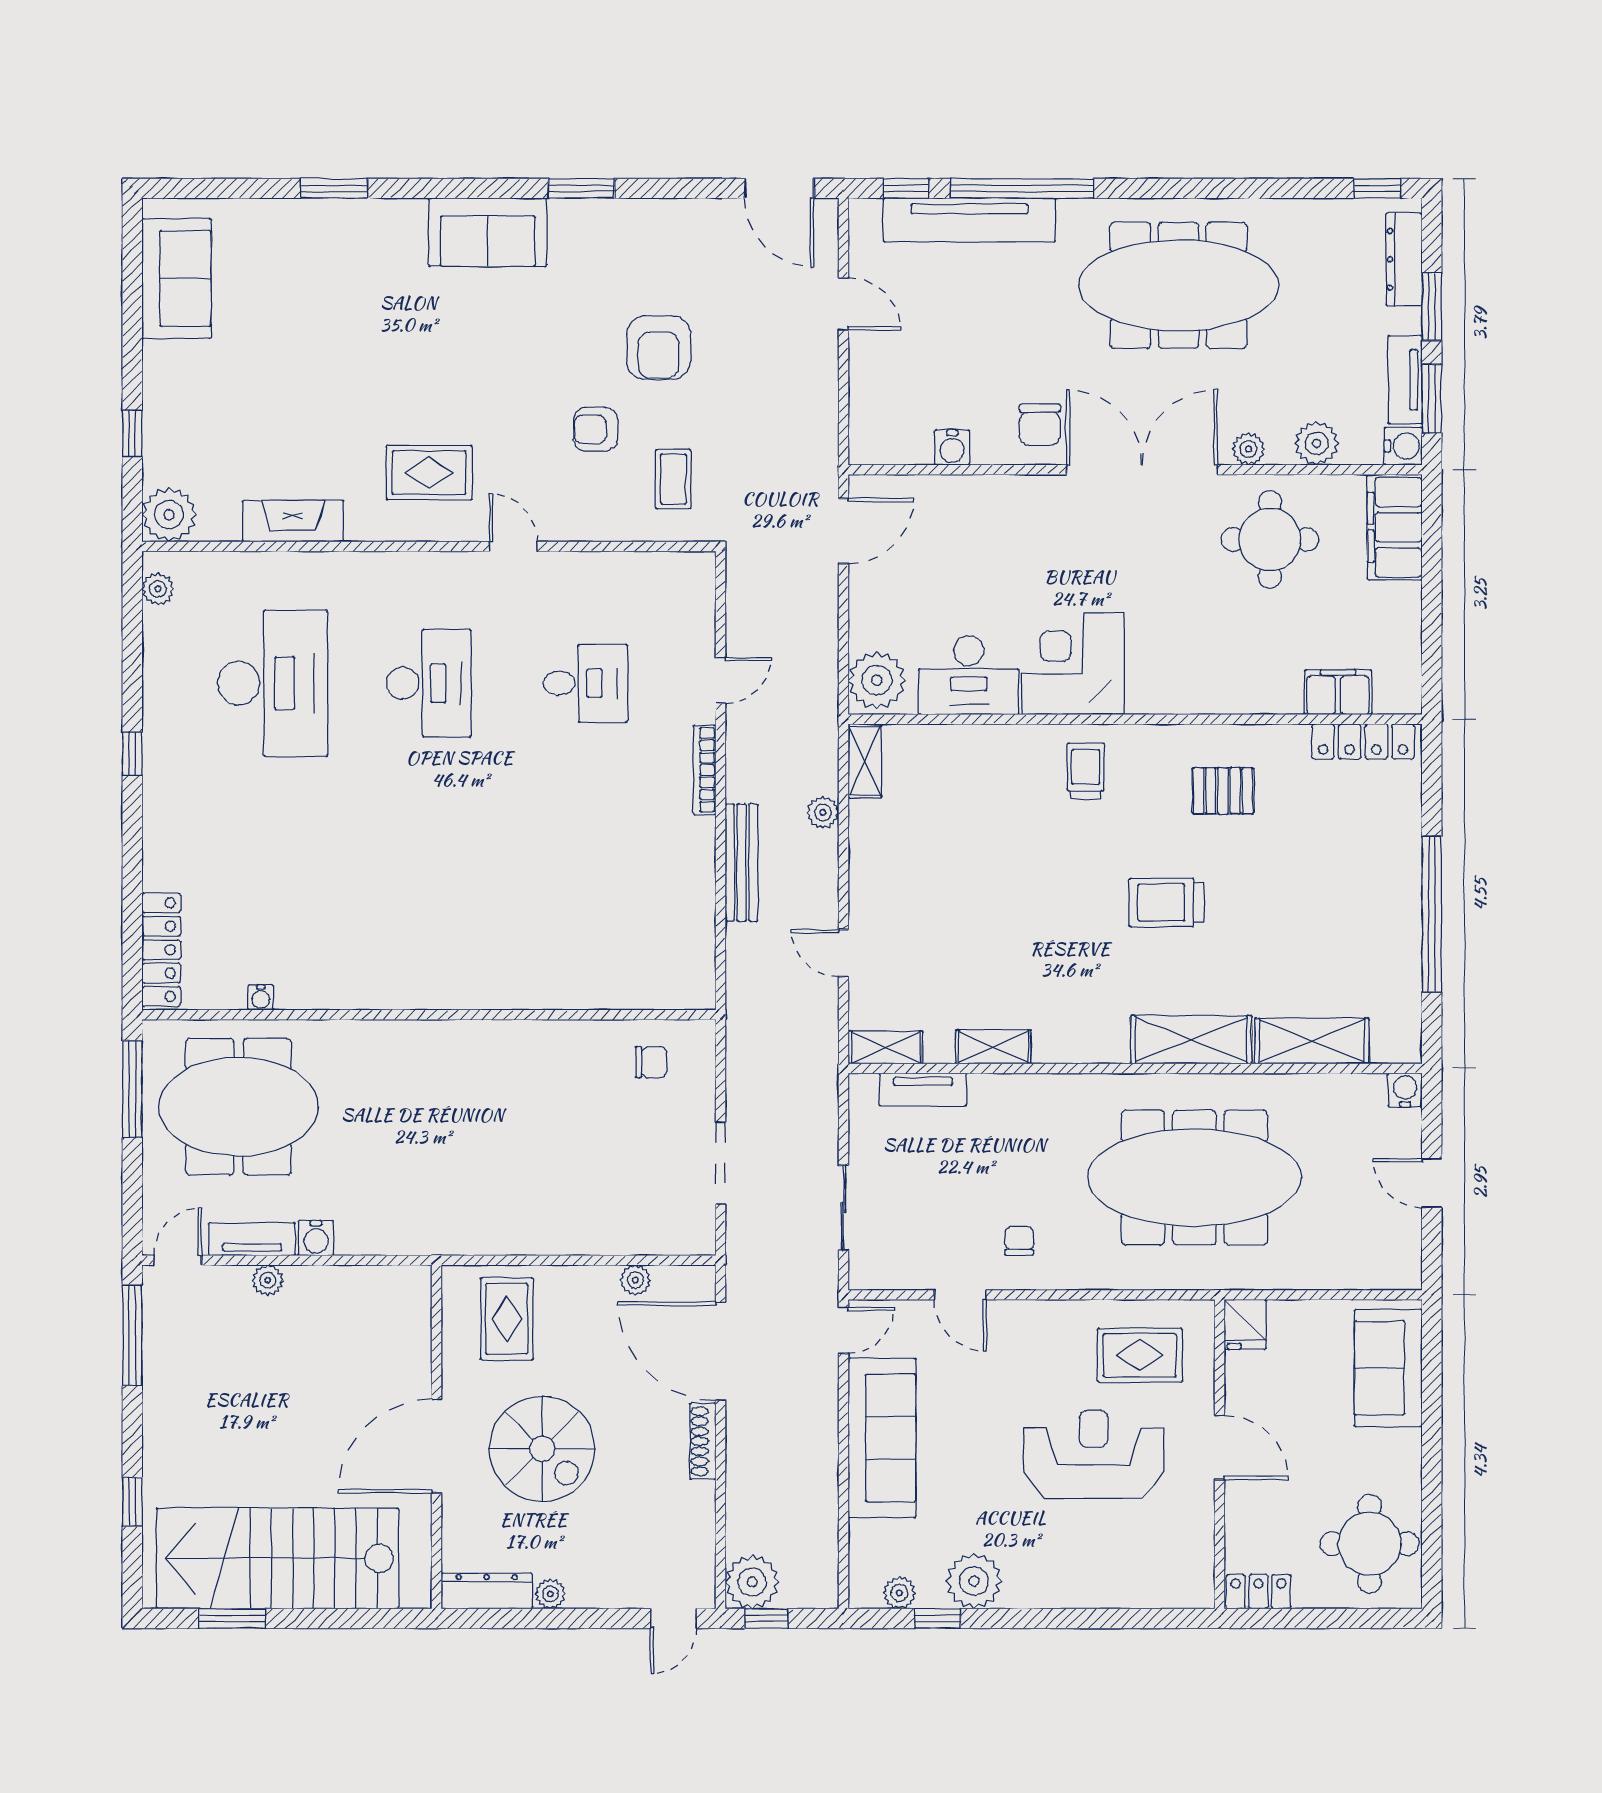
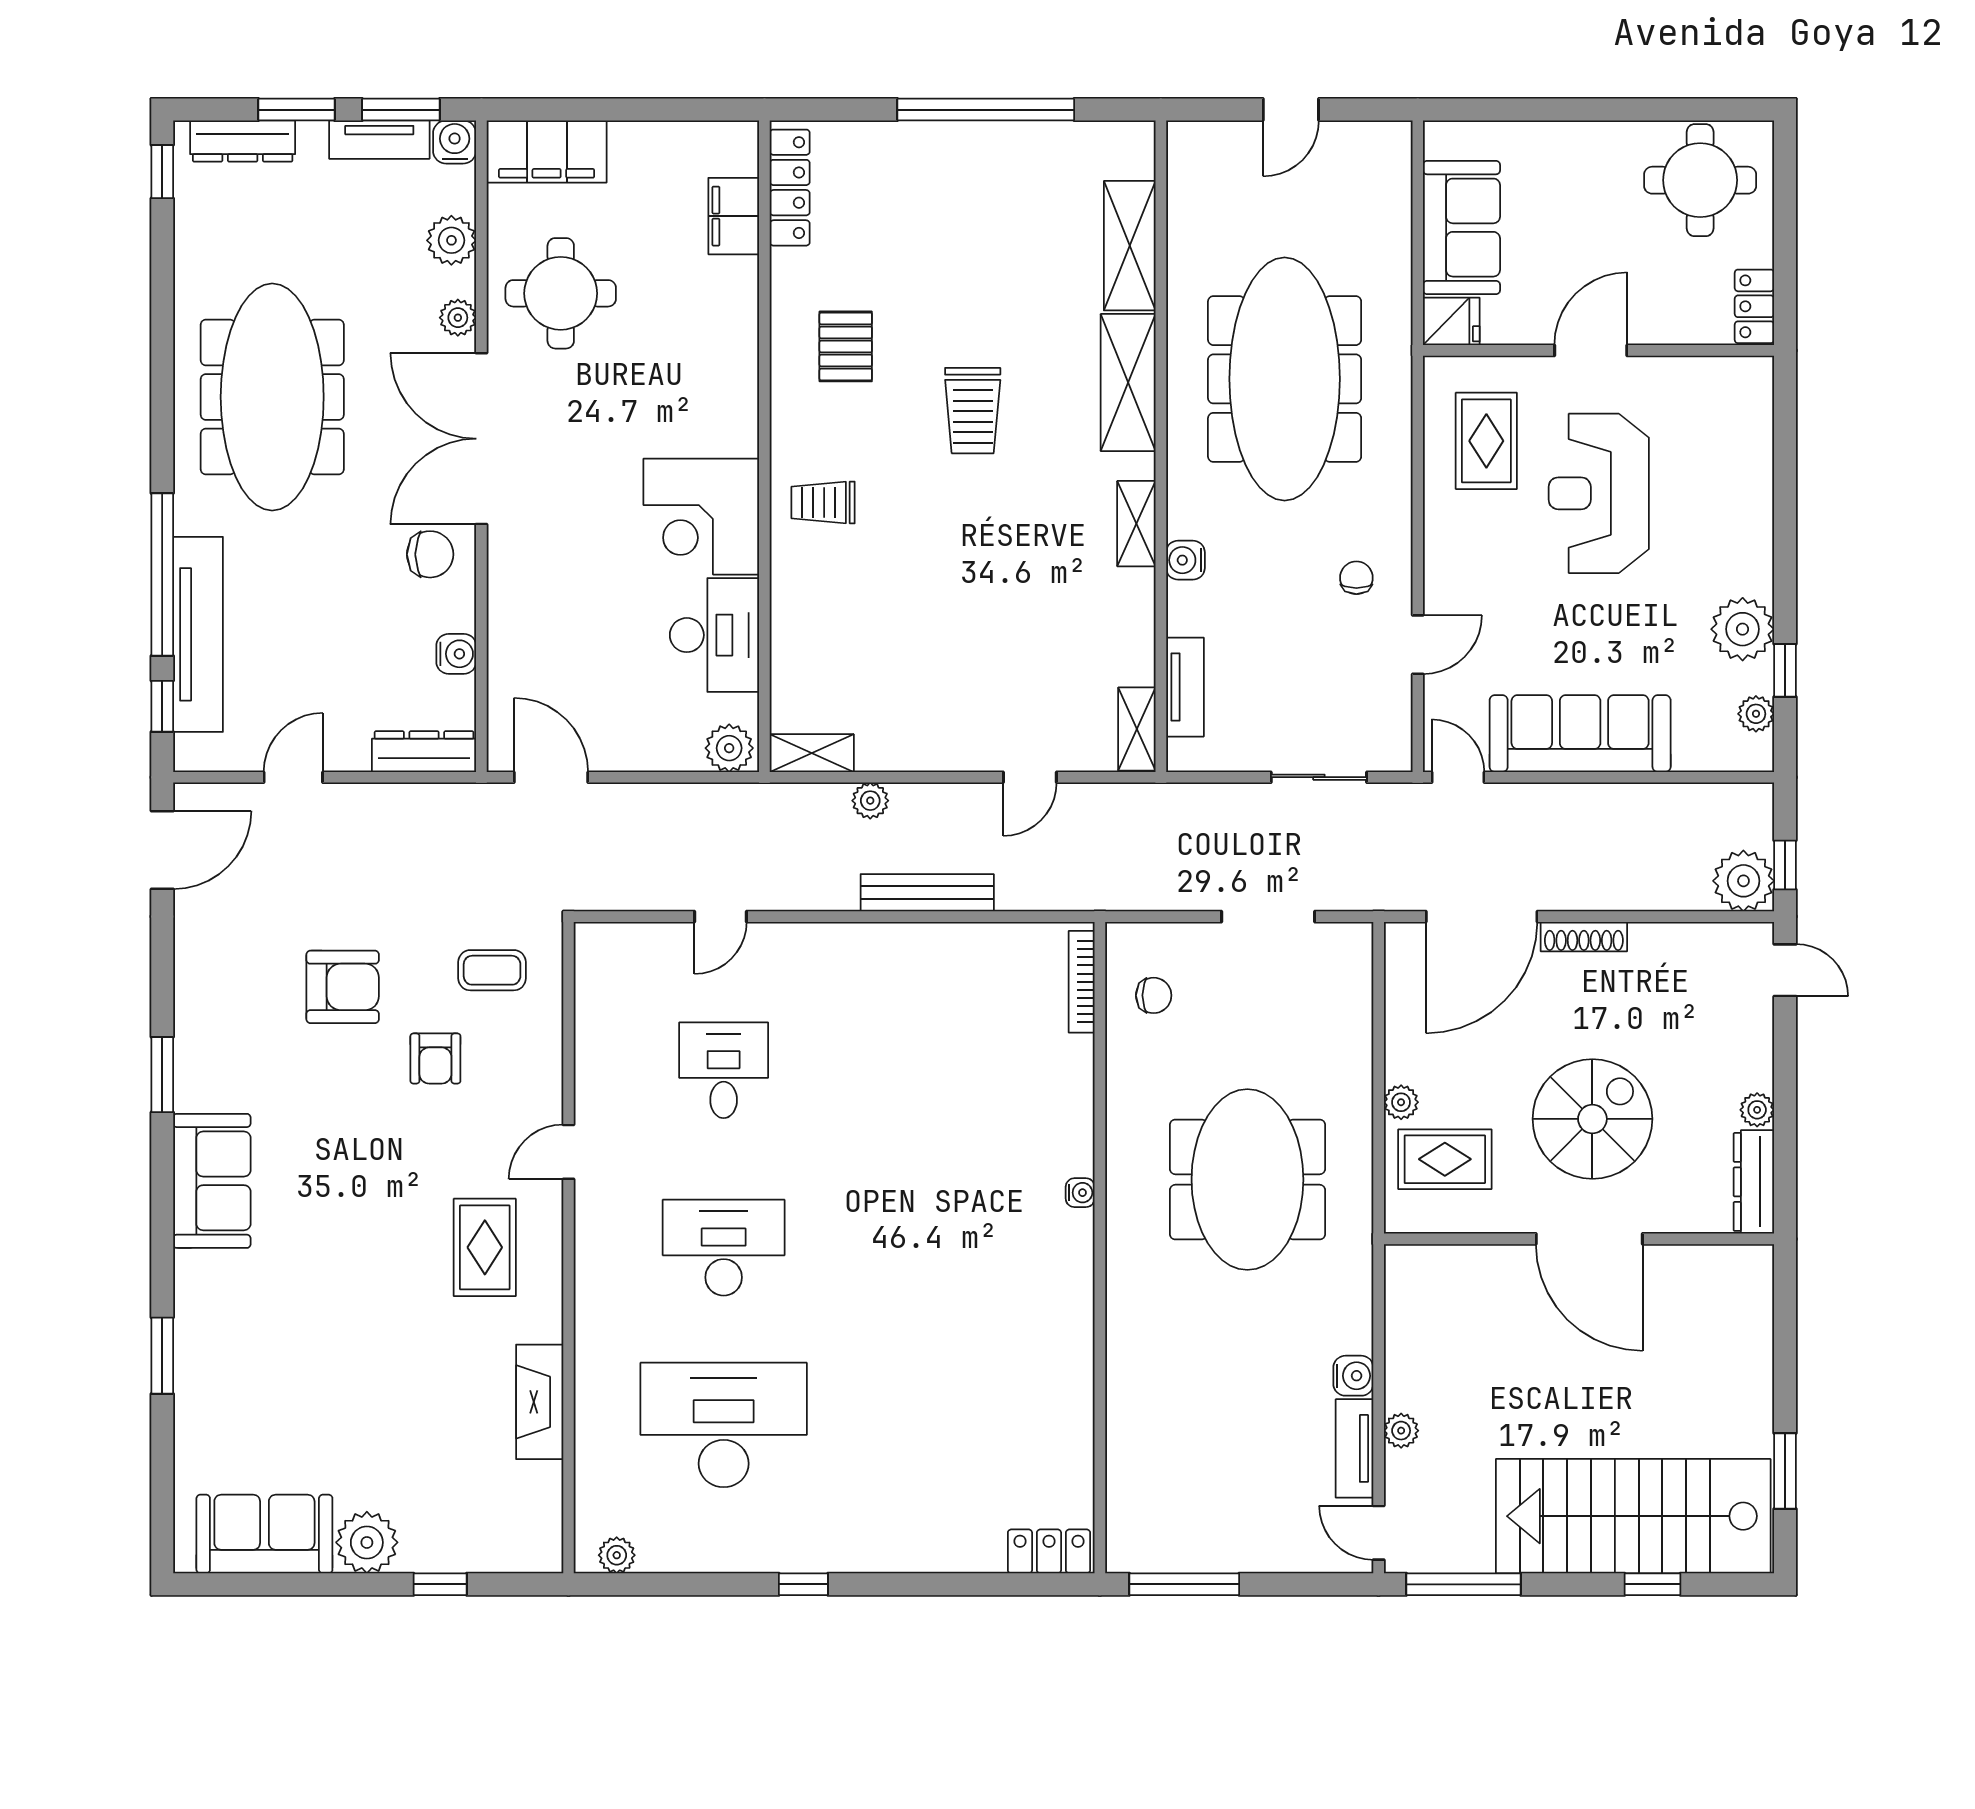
dresser: (866, 419) -> (424, 752), added
plant: (169, 515) -> (367, 1542), moved
door: (721, 680) -> (721, 917), swing flipped
plant: (877, 680) -> (729, 748), width x0.73, depth x0.73
bookcase: (705, 770) -> (1082, 982), moved, turned 90
locker: (161, 950) -> (1049, 1551), width x0.66
water cooler: (261, 997) -> (1080, 1193), moved
shelving: (993, 1047) -> (1136, 524), moved
chair: (651, 1062) -> (1154, 995), turned 90
water cooler: (1405, 1090) -> (1185, 560), moved
meeting table: (238, 1107) -> (1247, 1180), moved
chair: (1019, 1241) -> (1356, 578), turned 90
plant: (635, 1280) -> (1401, 1102), moved
sofa: (1388, 1368) -> (1461, 228), moved, turned -90
stairs: (277, 1558) -> (1633, 1516), moved, turned 90

